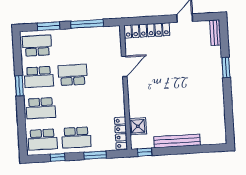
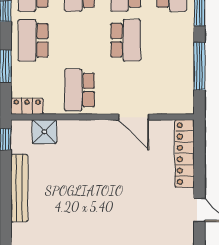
school desk: (108, 104) -> (79, 90), added
locker: (121, 133) -> (27, 106), width x0.66

